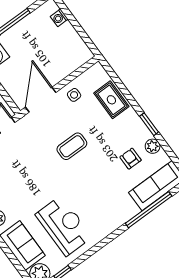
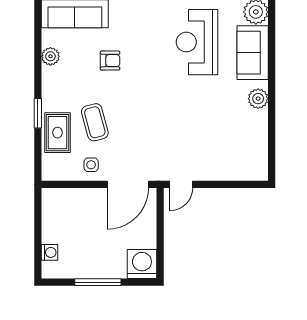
window: (149, 124) -> (38, 113), moved
coffee table: (72, 146) -> (95, 122), moved, turned 75
armchair: (131, 159) -> (110, 61), moved, turned -90

